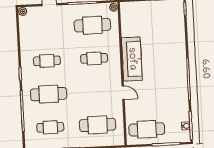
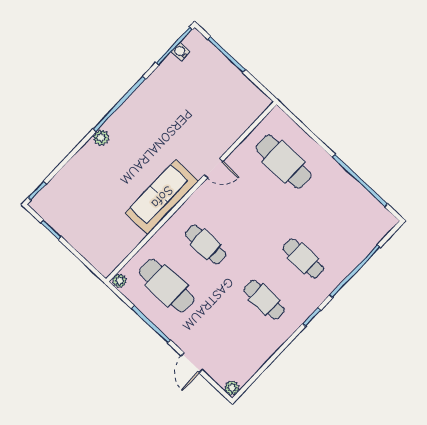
plant: (182, 57) -> (101, 138), added
door: (123, 93) -> (213, 168), swing flipped
cafe table: (49, 94) -> (303, 258), width x0.73, depth x0.74
cafe table: (50, 127) -> (342, 217), removed
cafe table: (147, 129) -> (231, 96), removed

